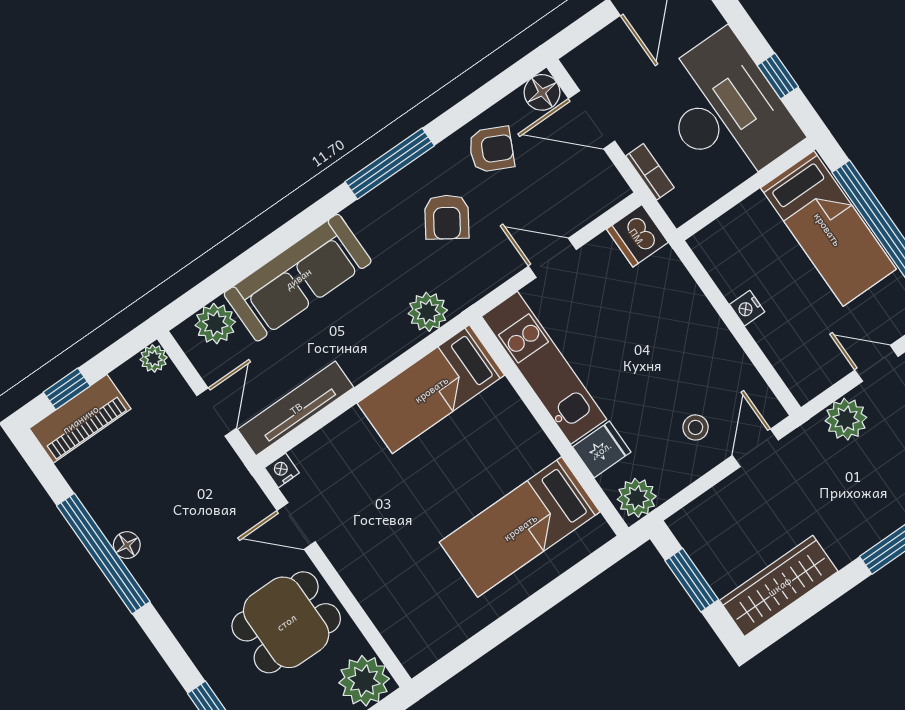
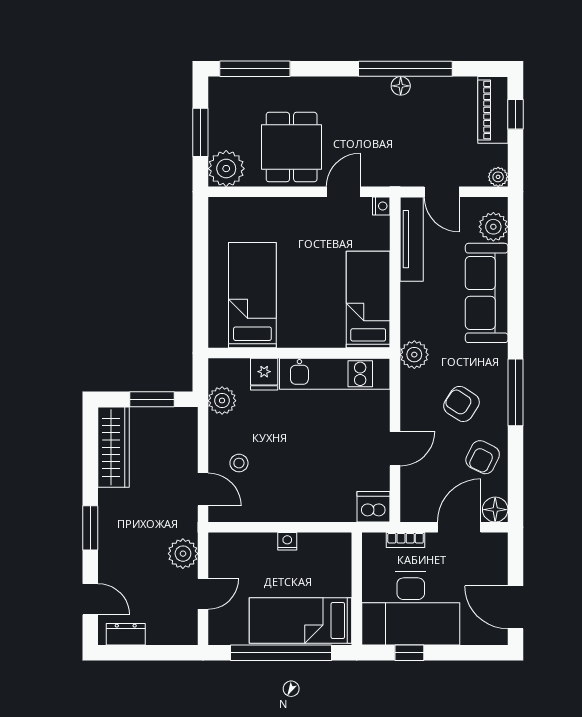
kitchen unit: (544, 368) -> (335, 374), moved
bed: (431, 389) -> (368, 300), moved
wall: (549, 426) -> (299, 353), moved
fridge: (602, 449) -> (264, 374), moved
bed: (520, 527) -> (252, 295), moved

